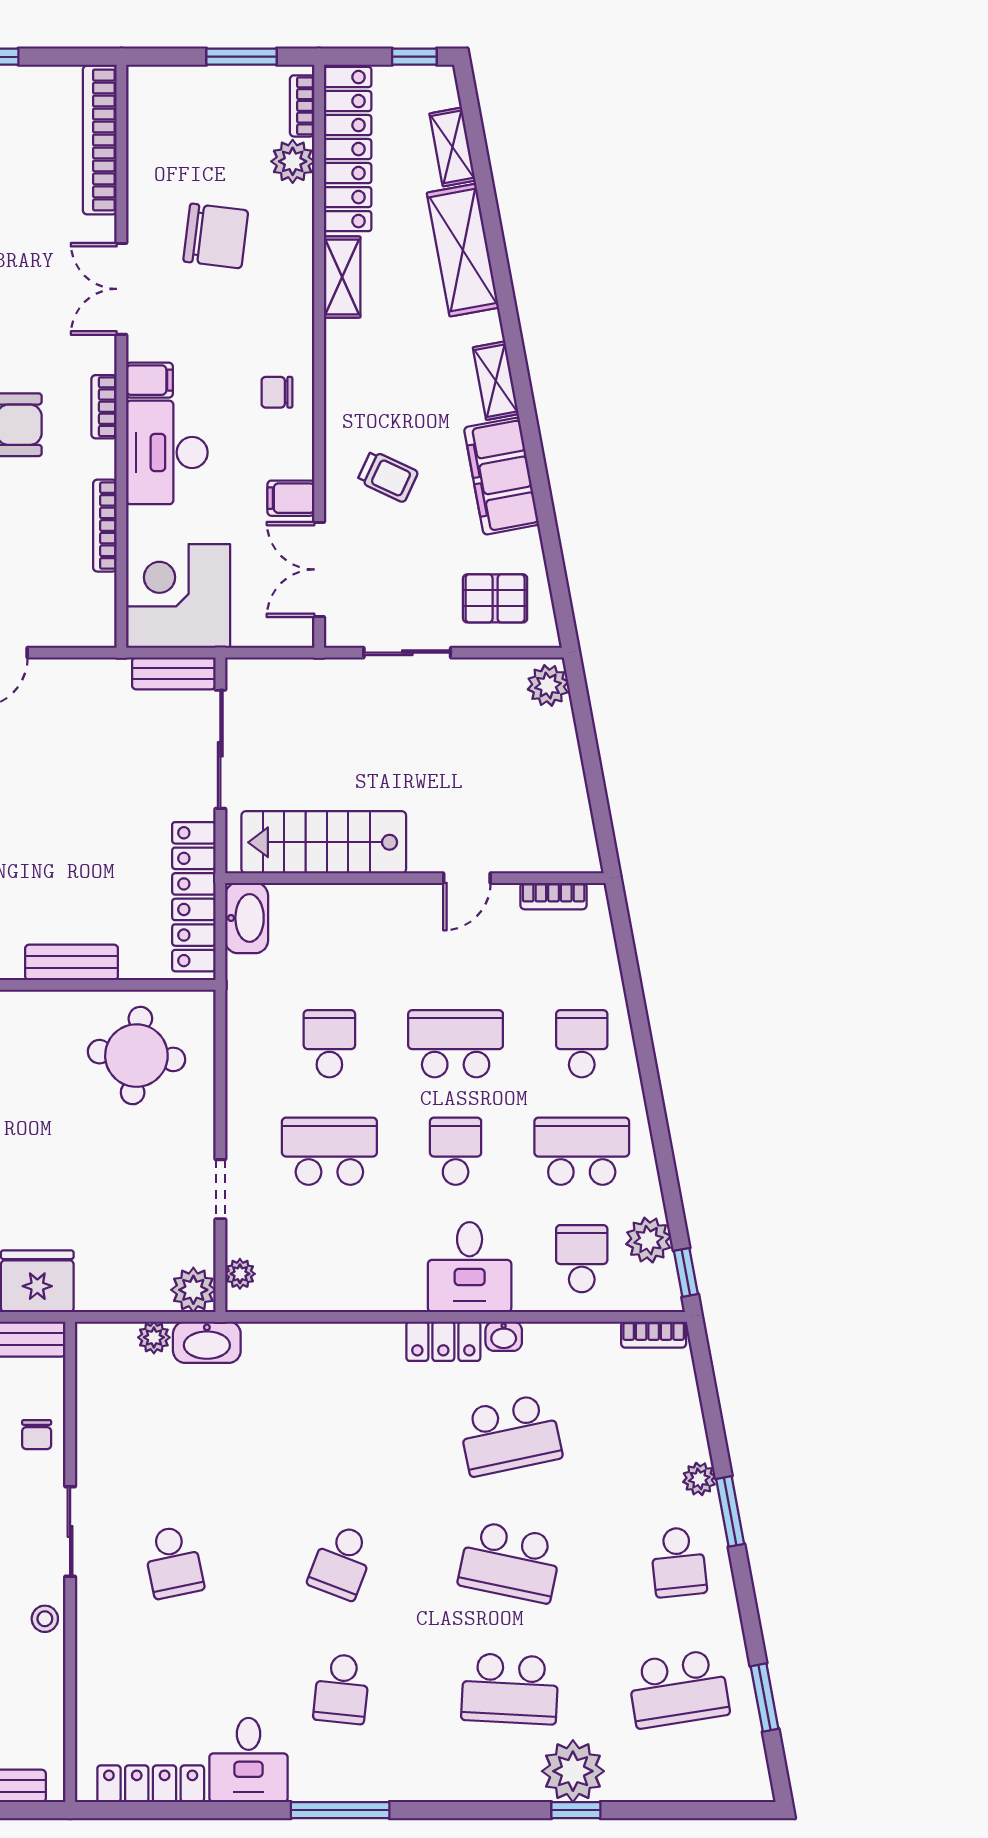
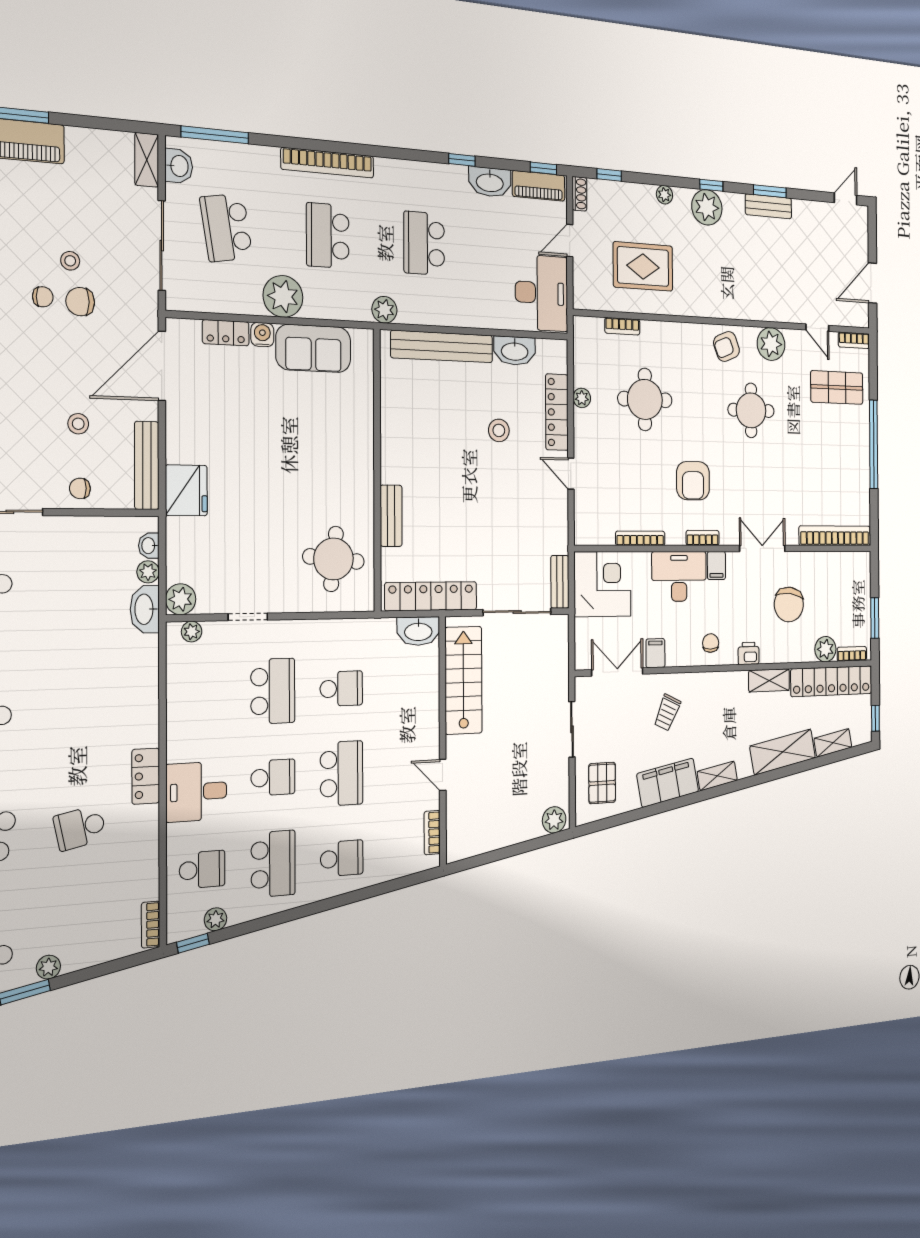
printer: (296, 318) -> (749, 653), added
plant: (649, 1240) -> (215, 919), width x0.73, depth x0.73
washbasin: (504, 1336) -> (149, 546), moved
school desk: (510, 1435) -> (80, 828), width x0.54

